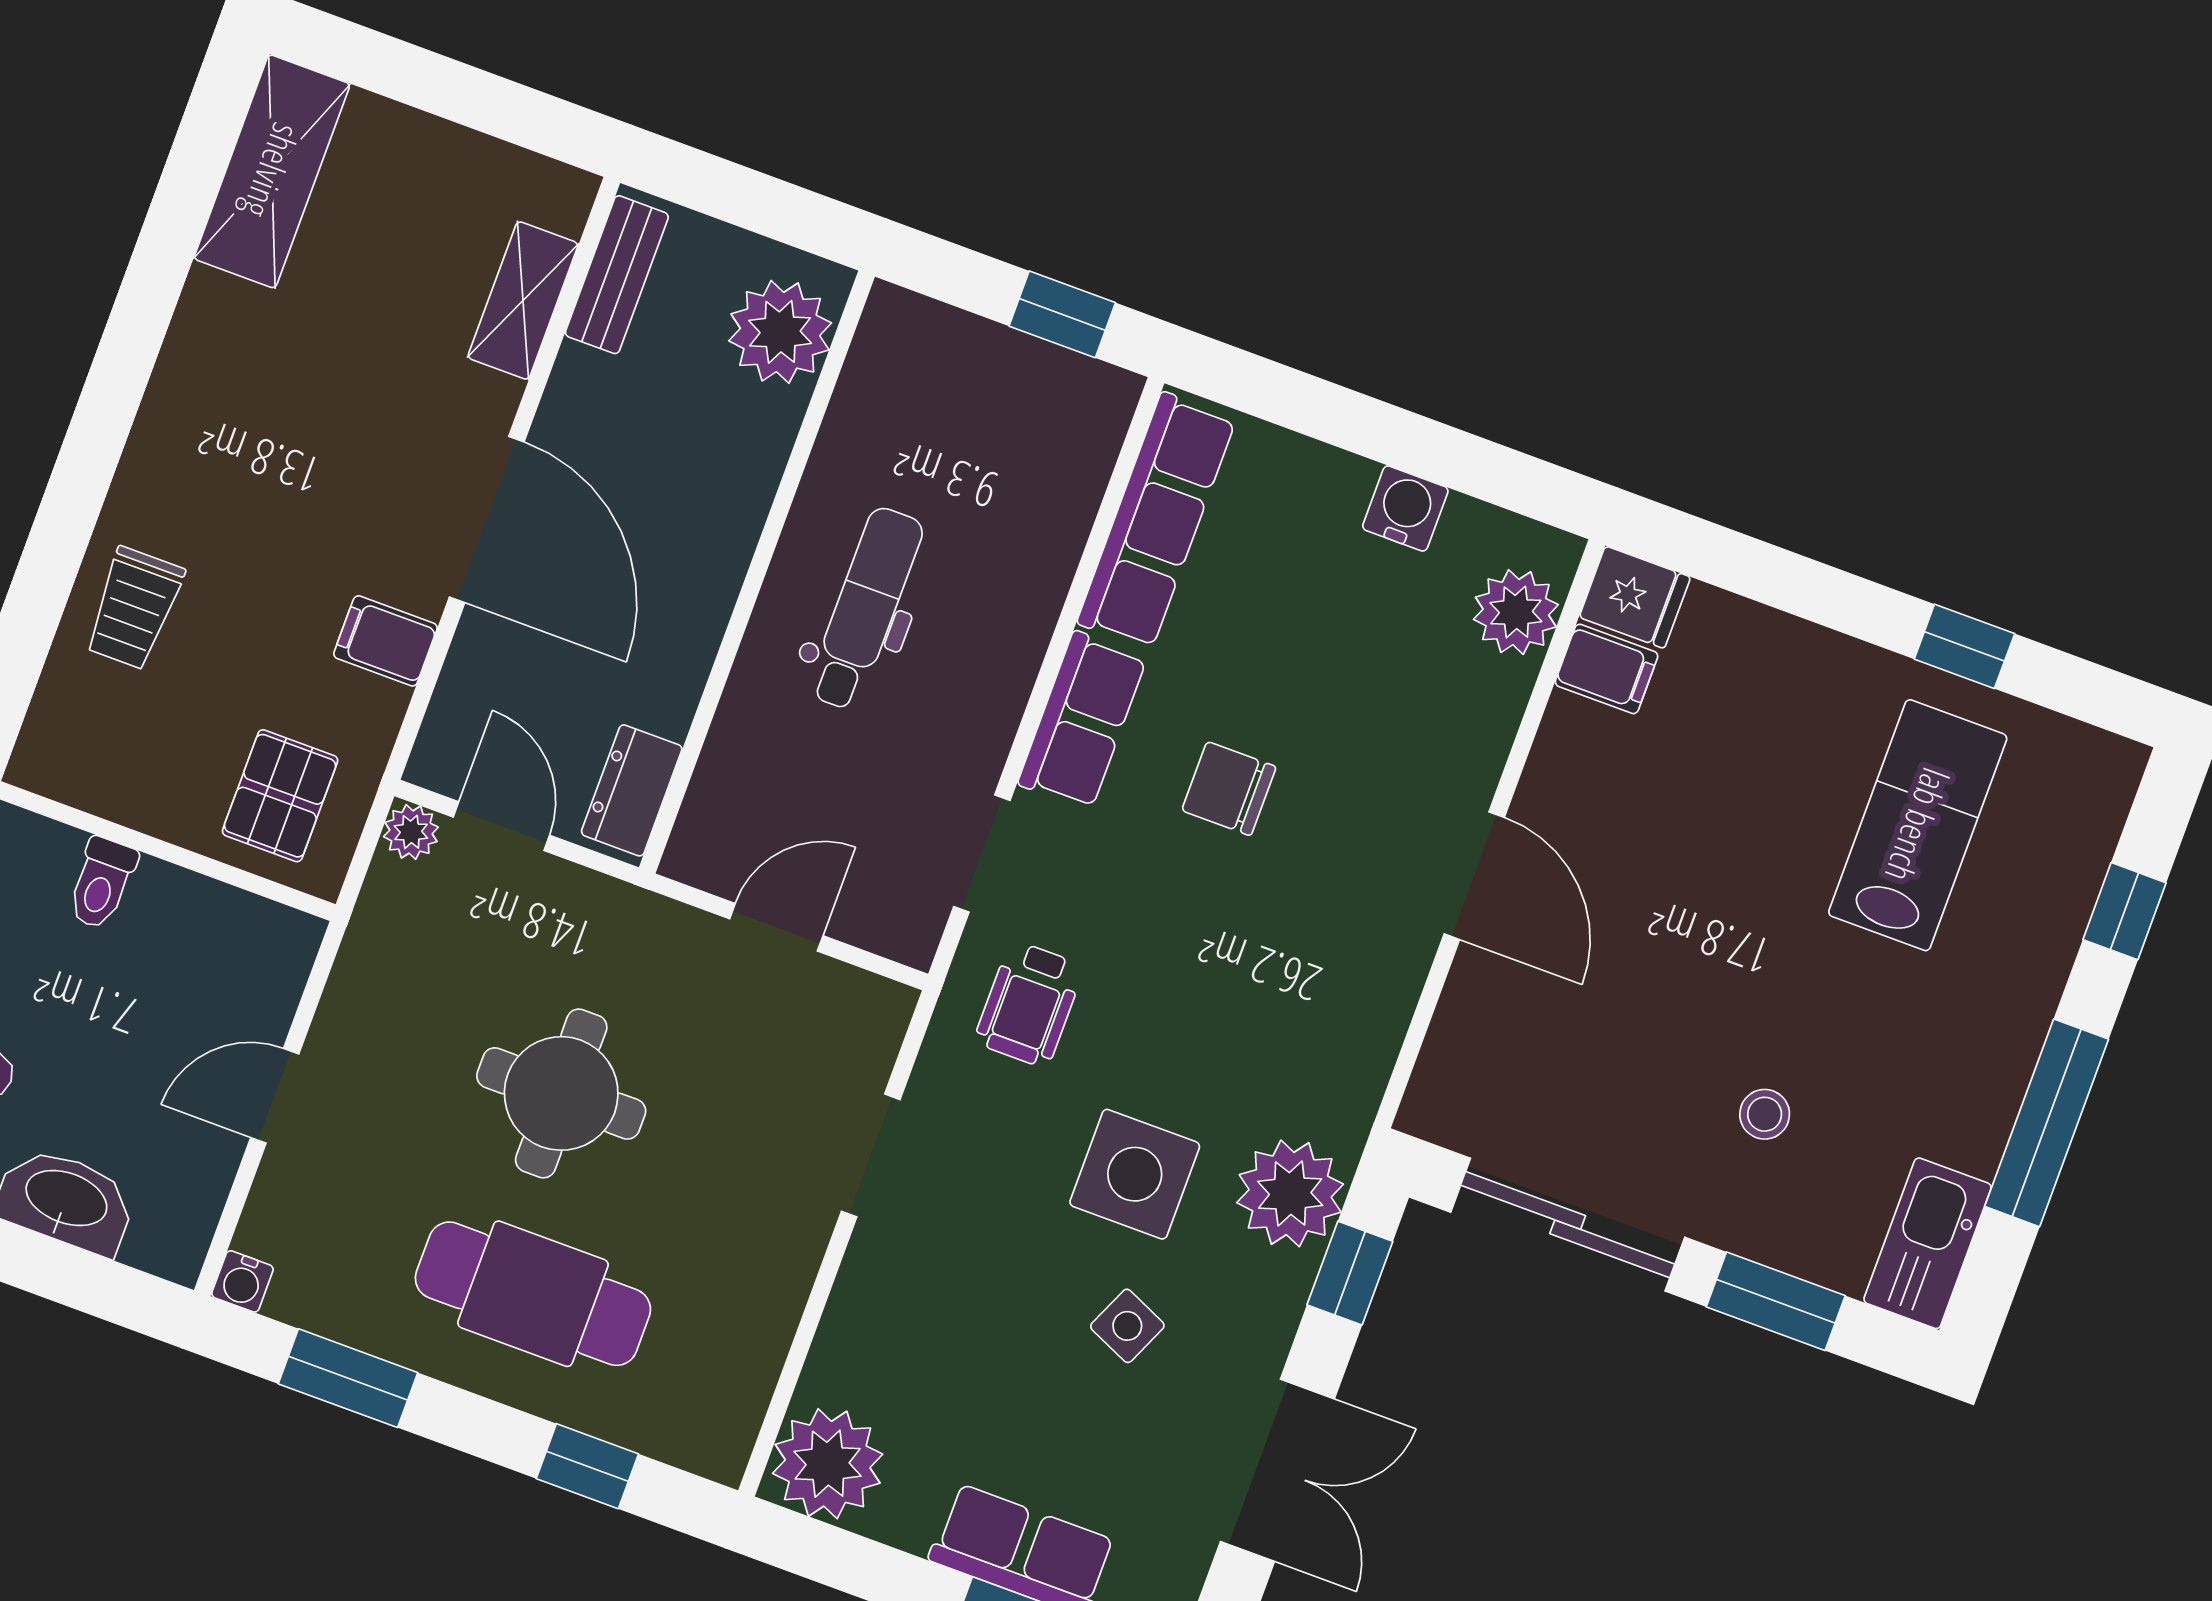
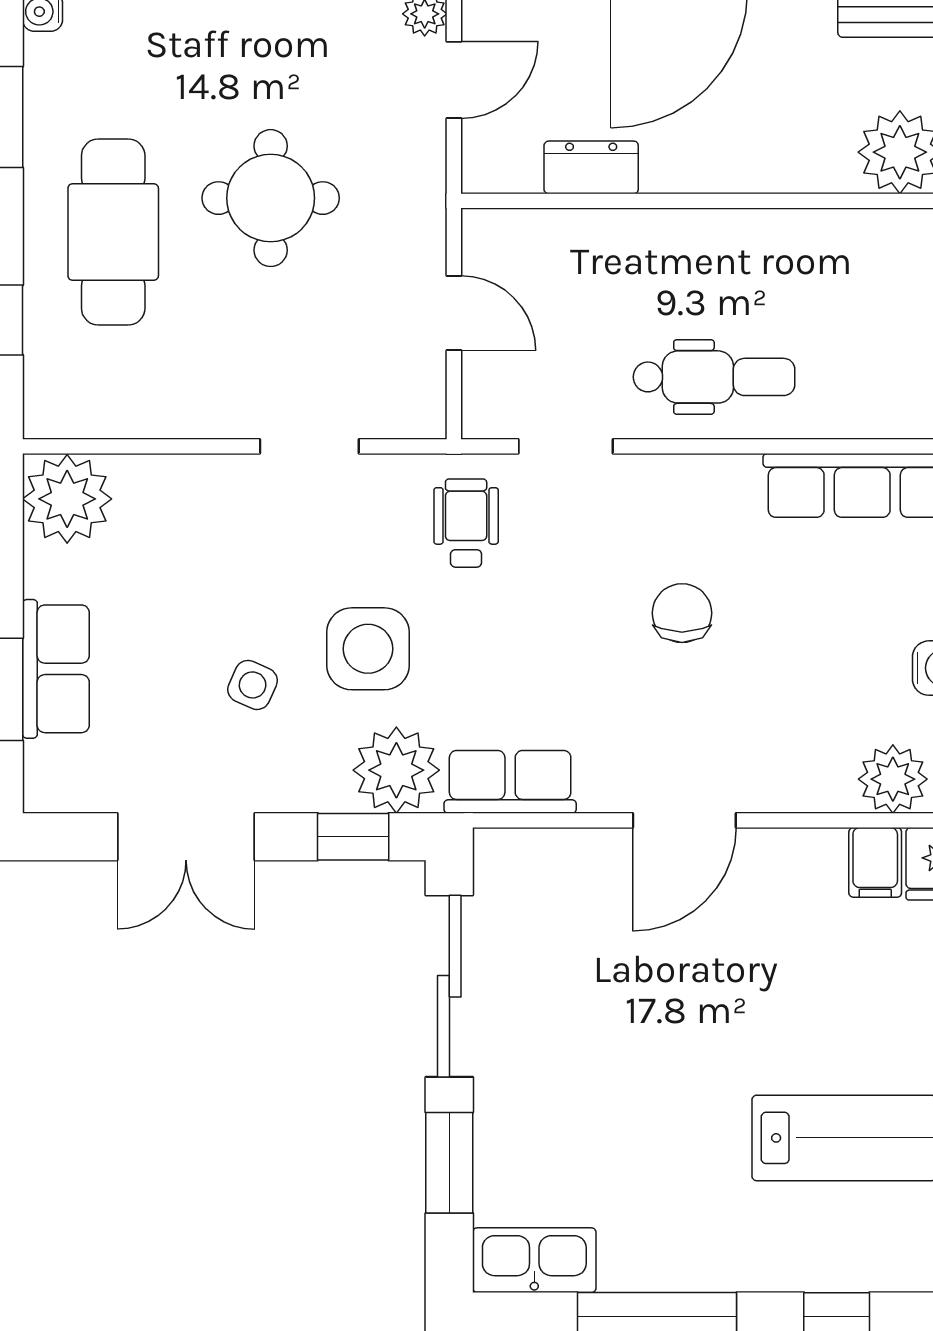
dental chair: (865, 609) -> (714, 377), moved
row of seats: (1082, 721) -> (510, 782), moved, turned 180
dresser: (632, 790) -> (591, 167), moved
wheelchair: (1029, 1004) -> (466, 523), turned 90
stool: (1765, 1114) -> (586, 1103), removed

